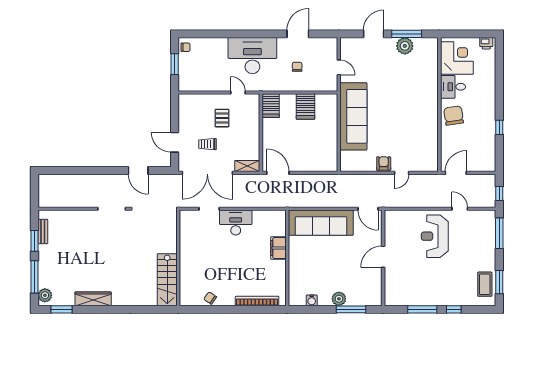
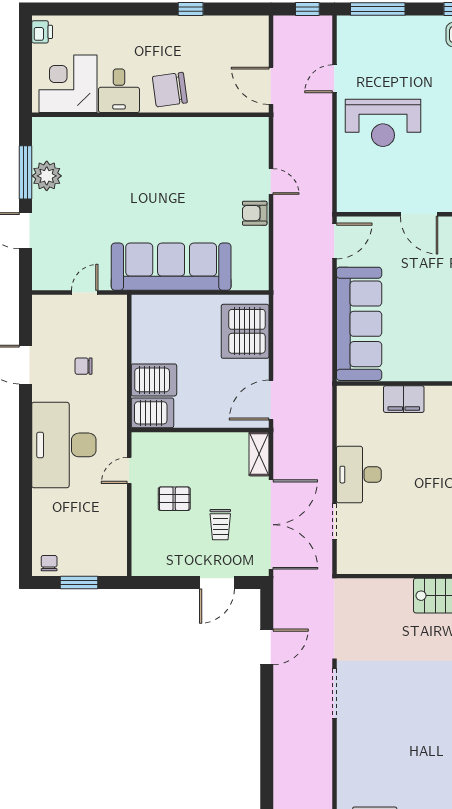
server rack: (305, 107) -> (154, 380), moved
server rack: (317, 158) -> (245, 331), added

